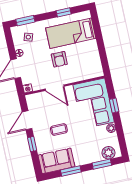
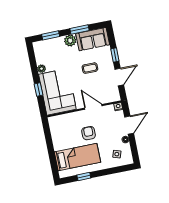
window: (25, 21) -> (119, 169), removed
plant: (108, 153) -> (70, 41), moved

